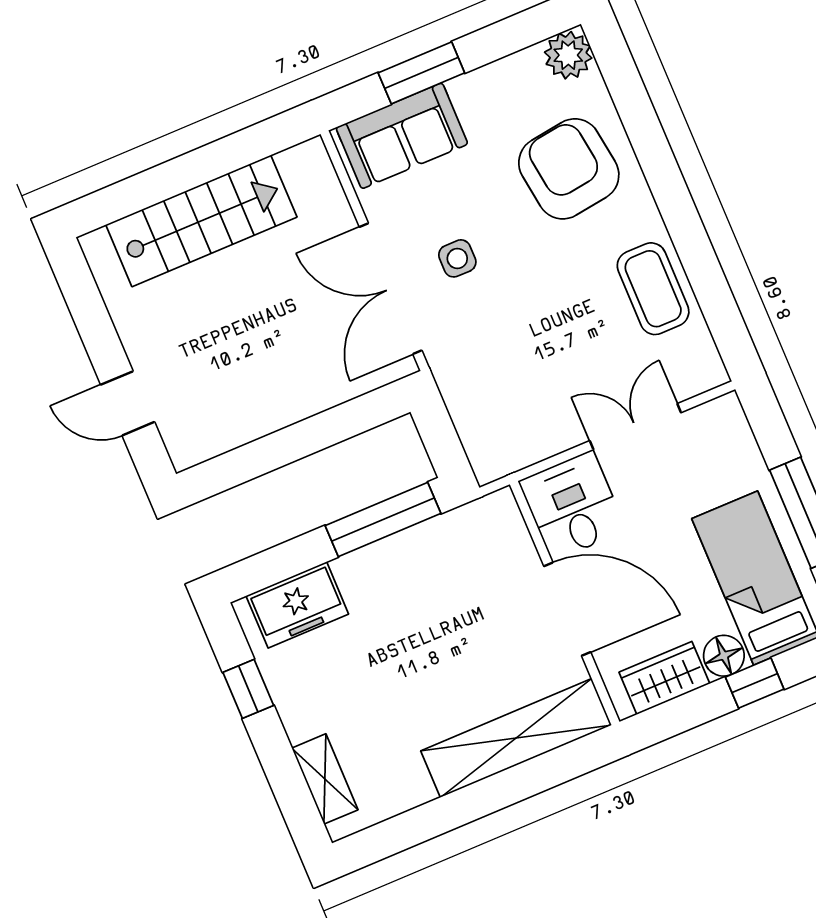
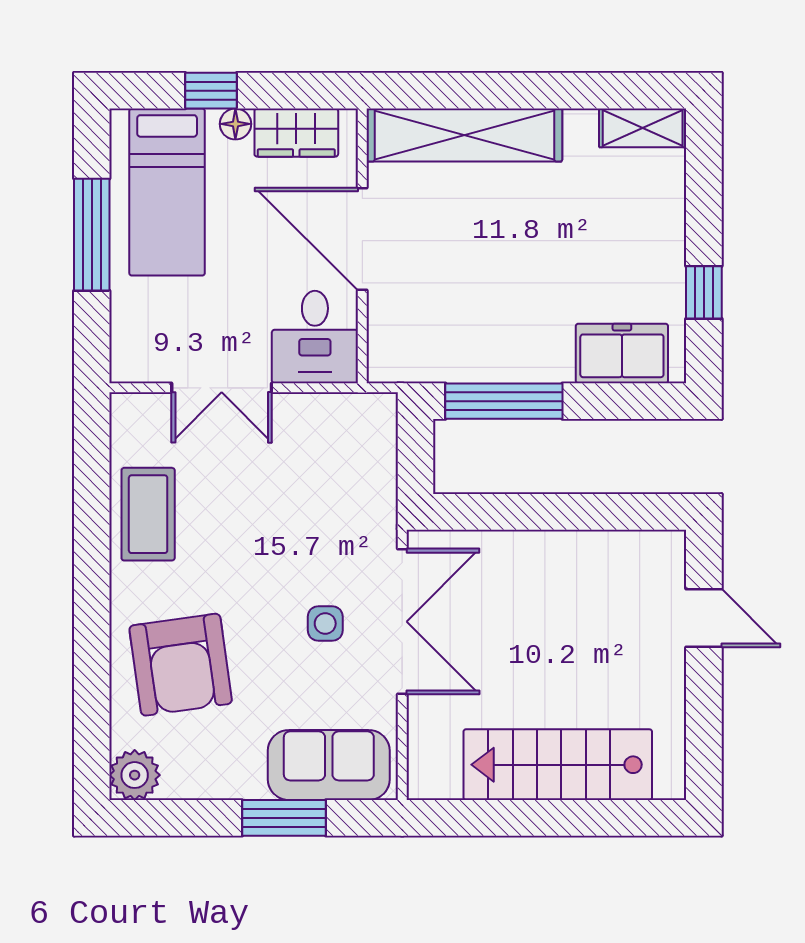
floor lamp: (724, 656) -> (235, 124), width x0.73, depth x0.73
shelving: (325, 779) -> (643, 128), moved, turned 90

